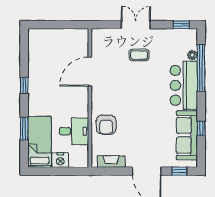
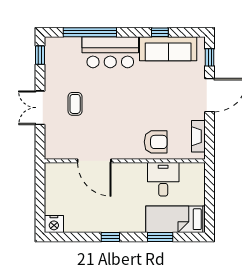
plant: (192, 55) -> (75, 42), removed
nightstand: (60, 160) -> (54, 224), moved, turned 90

